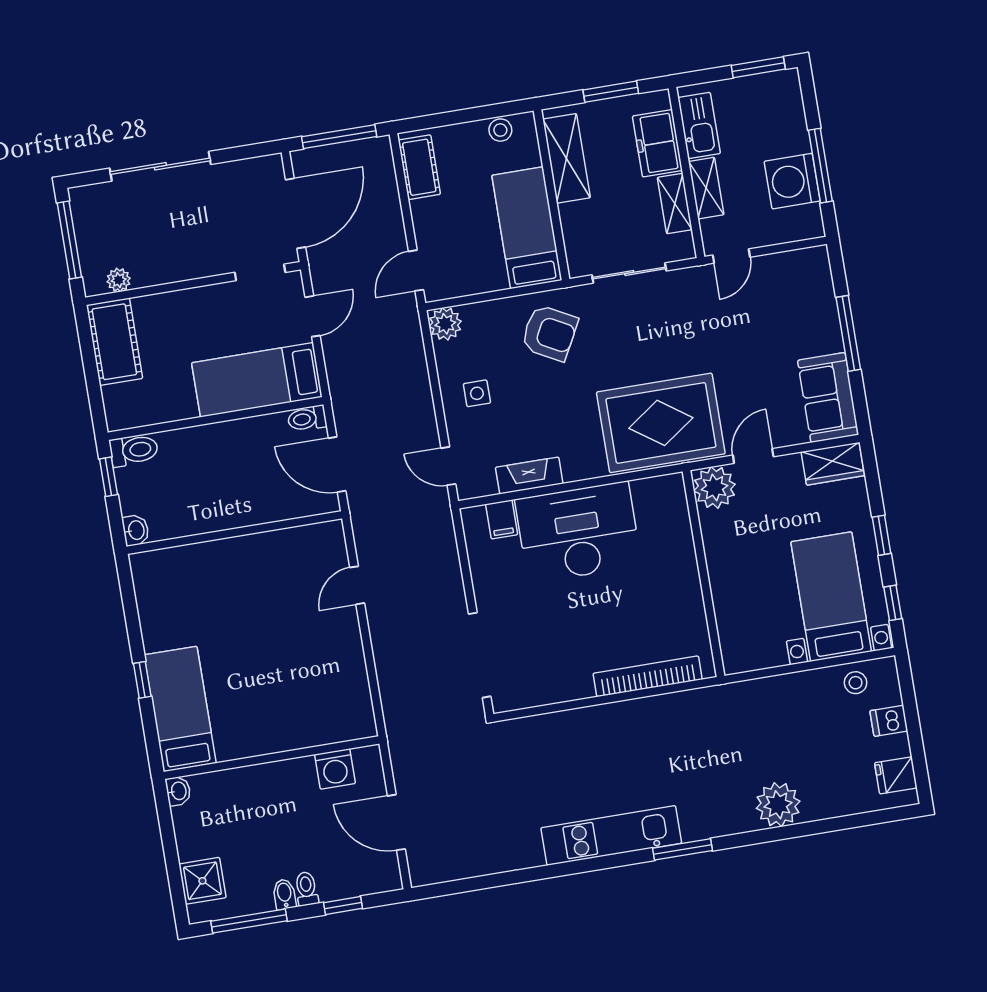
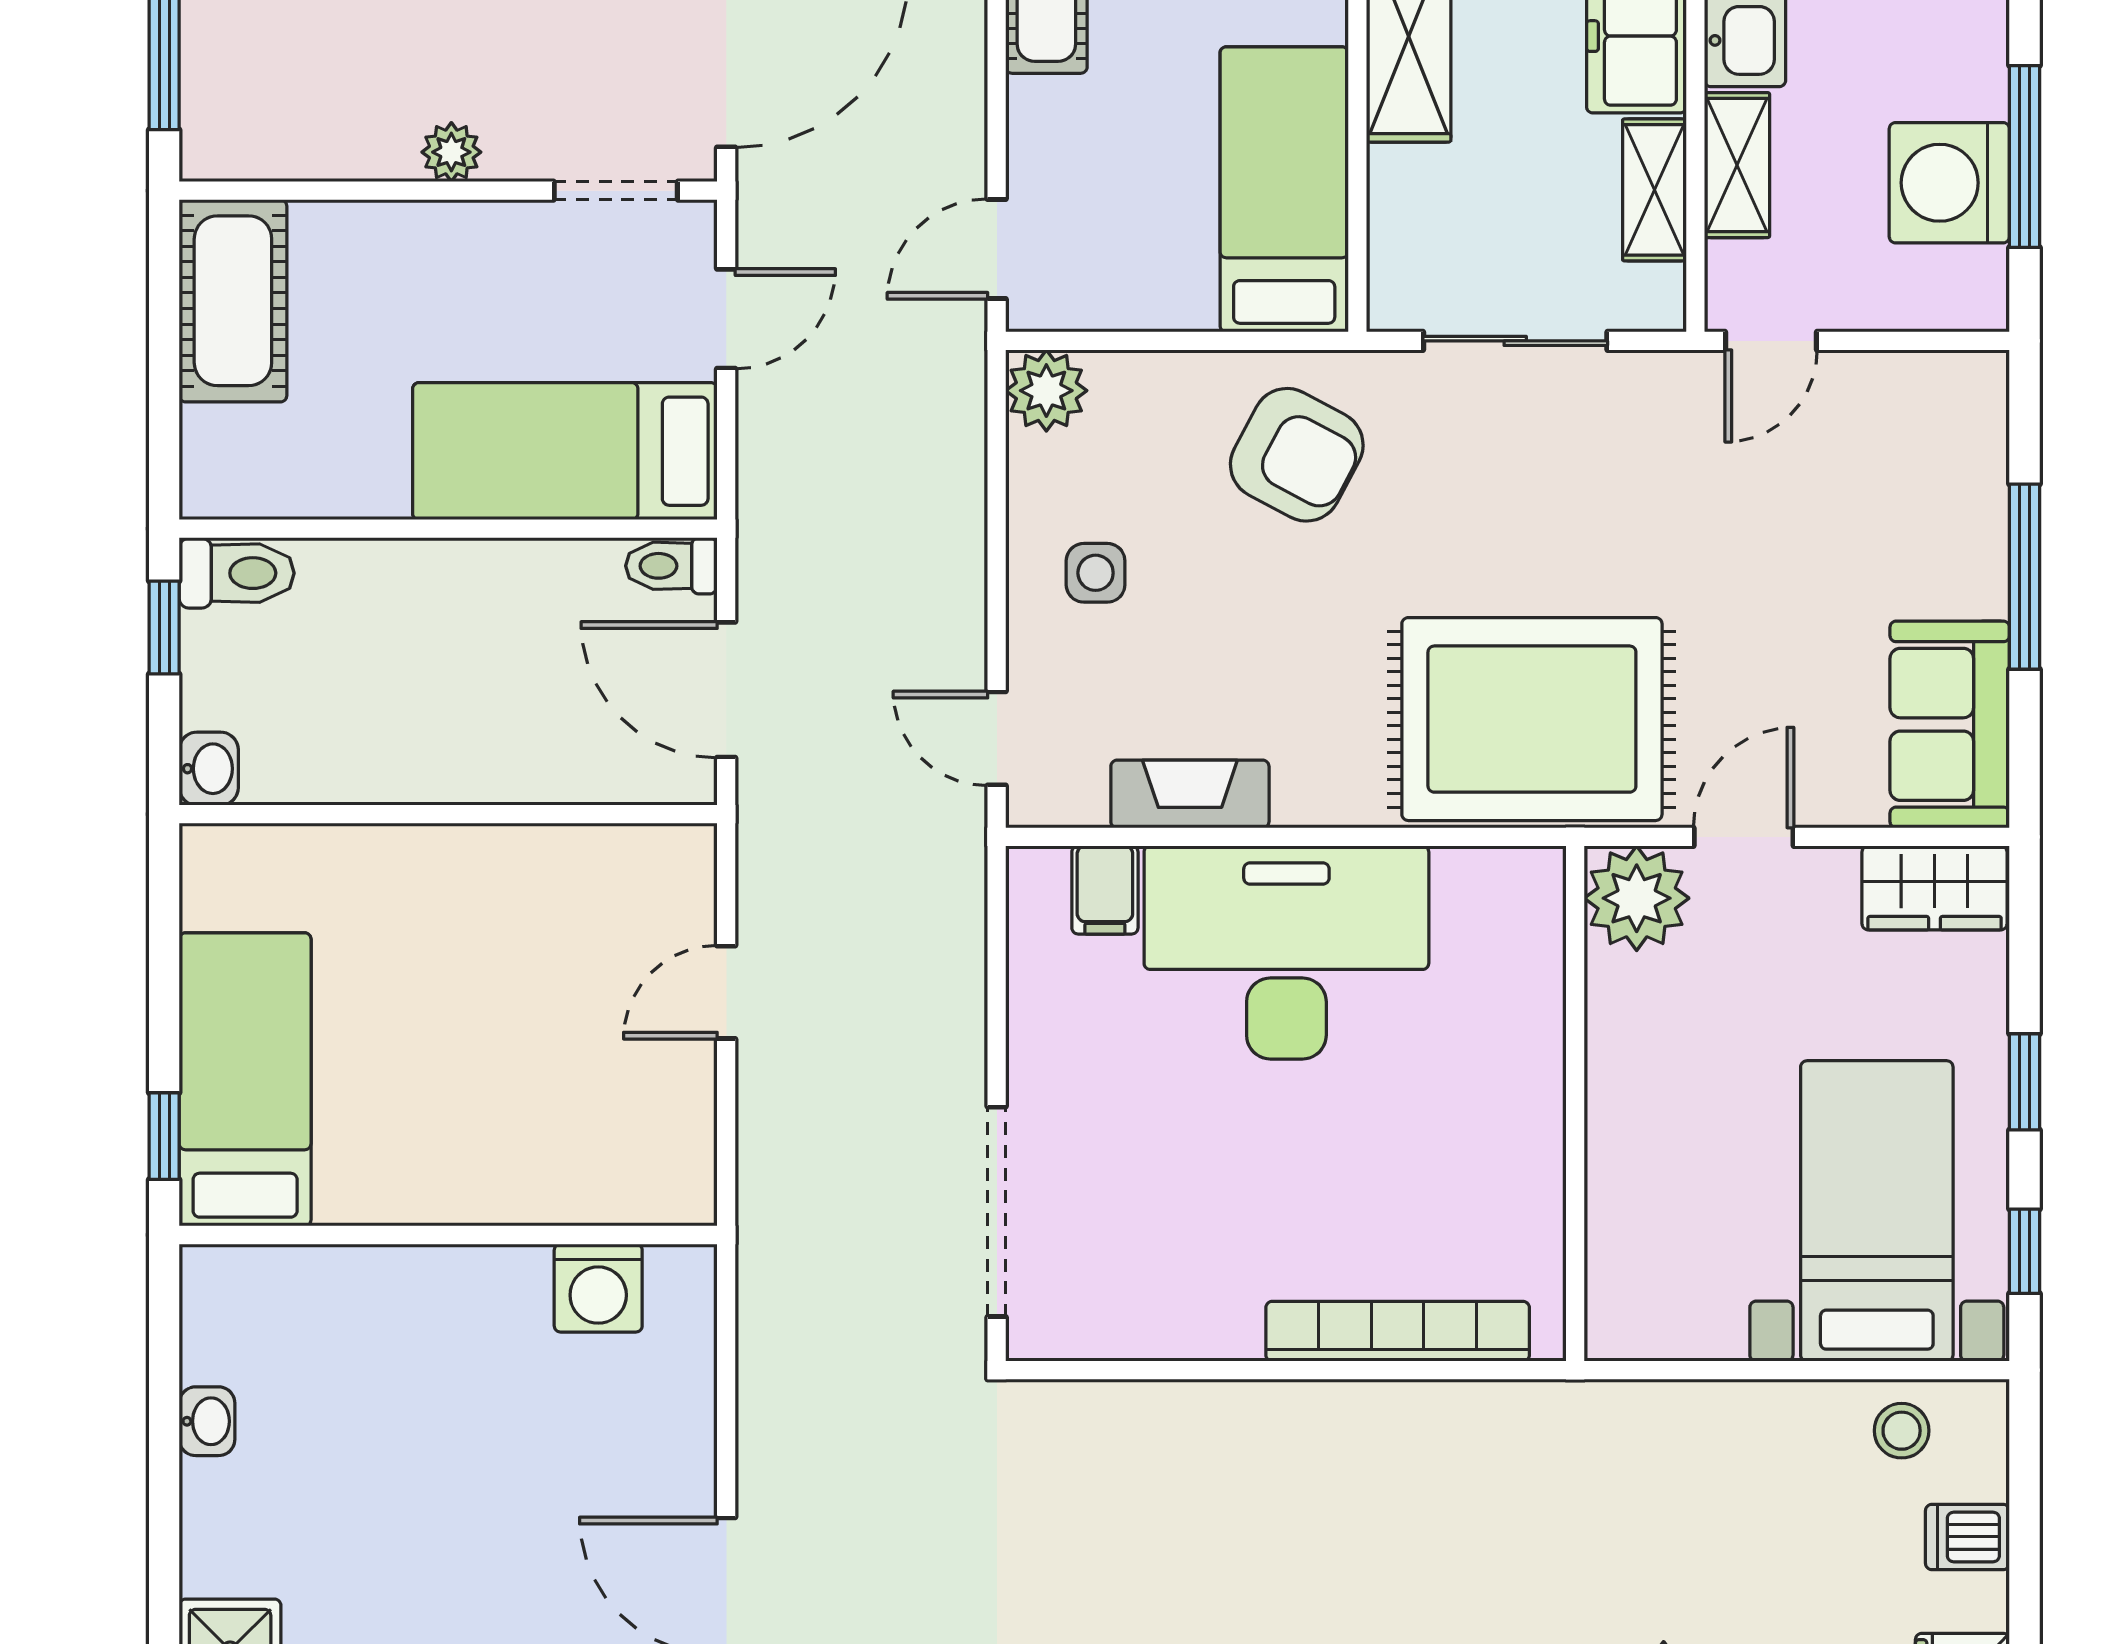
plant: (119, 280) -> (451, 152), moved
bed: (180, 709) -> (245, 1079), moved
wall: (272, 758) -> (448, 1235), moved
washing machine: (335, 769) -> (598, 1288), moved

